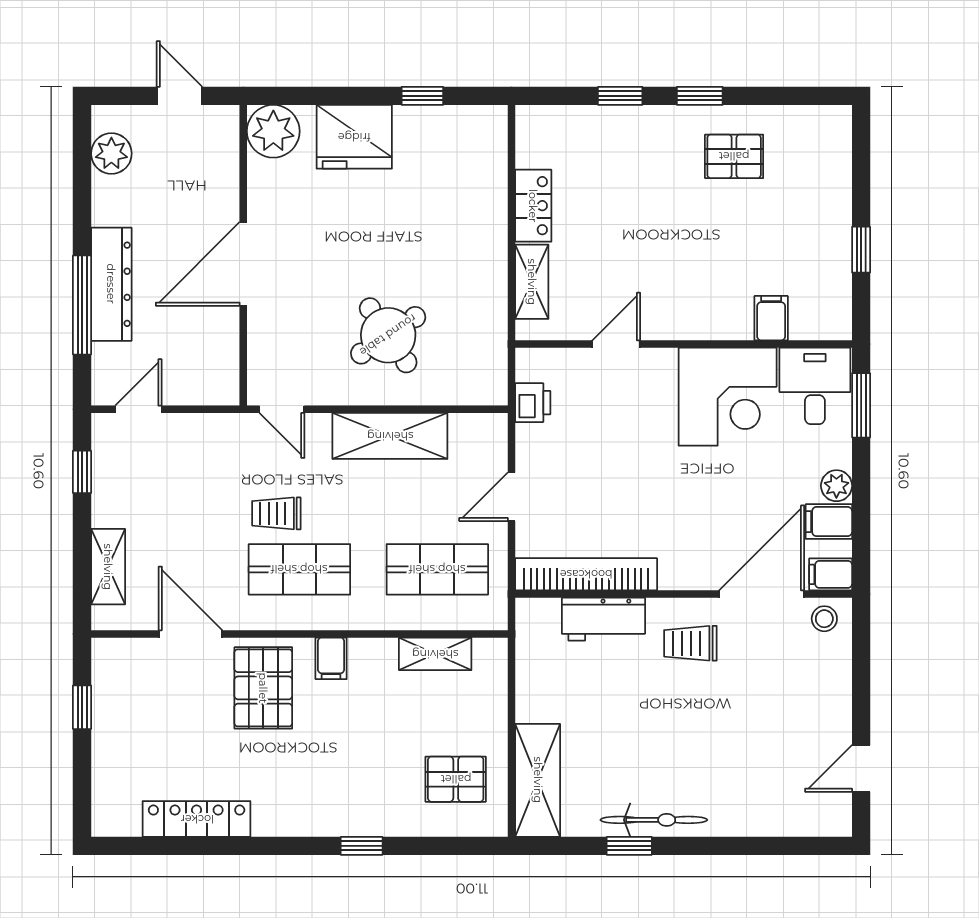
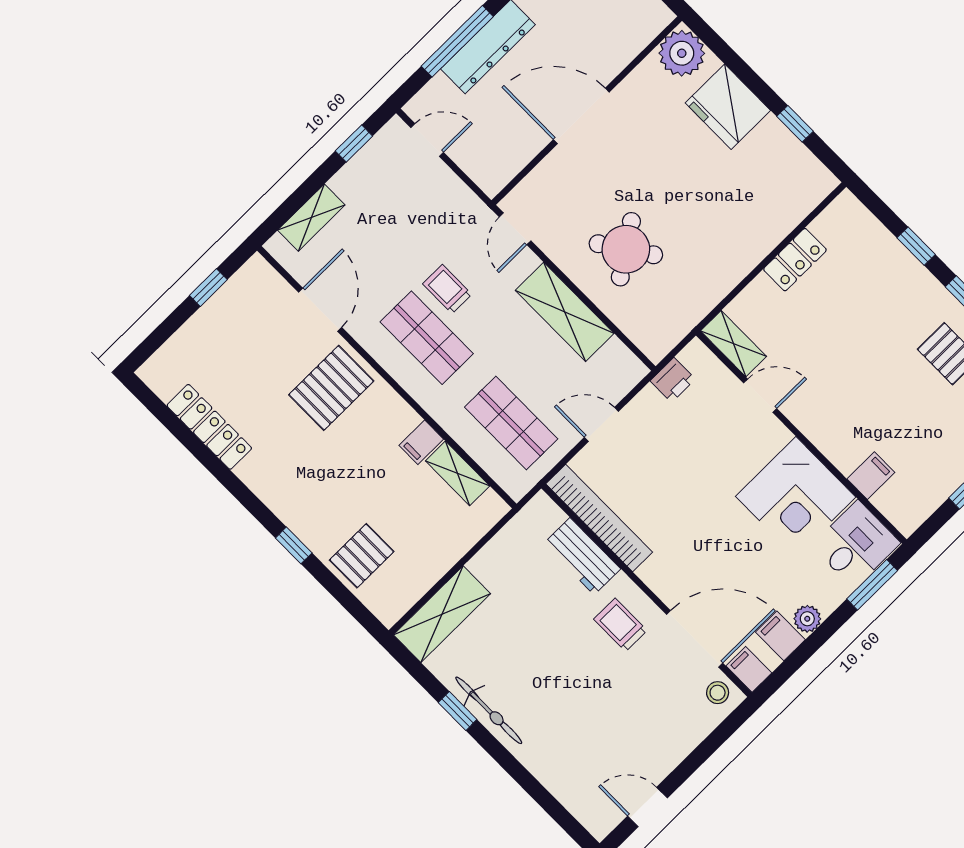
shelving: (532, 282) -> (734, 344), moved, turned 90
filing cabinet: (331, 658) -> (421, 442), moved
pallet: (456, 779) -> (362, 556), moved, turned 90

